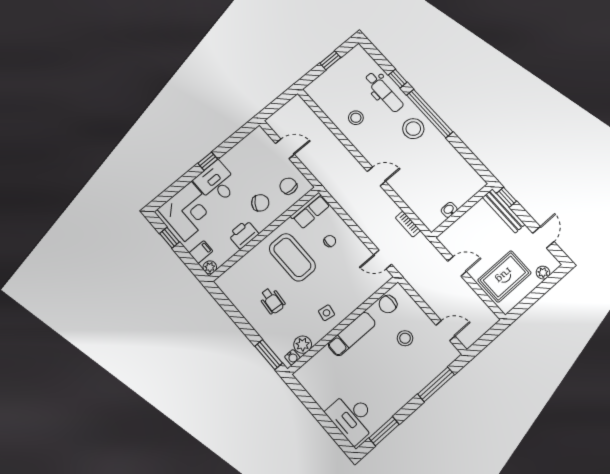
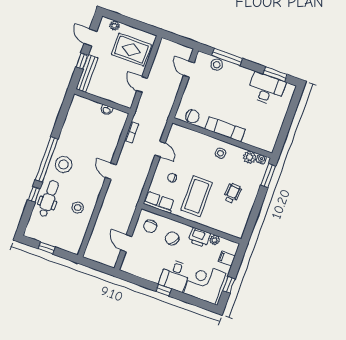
window: (507, 197) -> (82, 61), moved
door: (543, 237) -> (90, 38), hinge flipped
door: (383, 259) -> (160, 149), moved
plant: (210, 267) -> (215, 240), moved
stool: (405, 338) -> (217, 65), moved
desk: (352, 417) -> (266, 89), moved, turned -90

